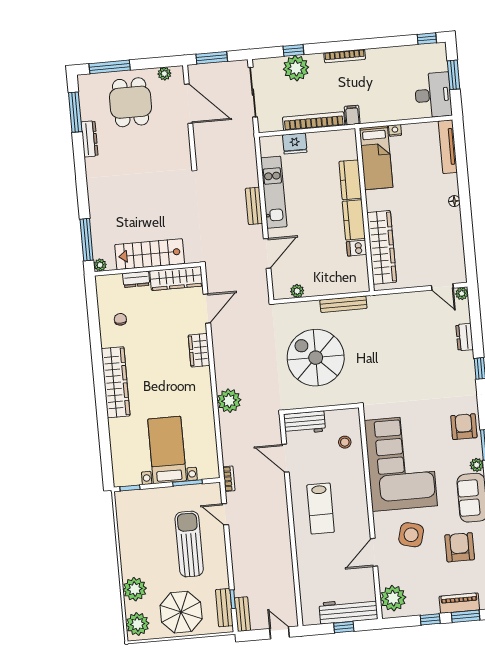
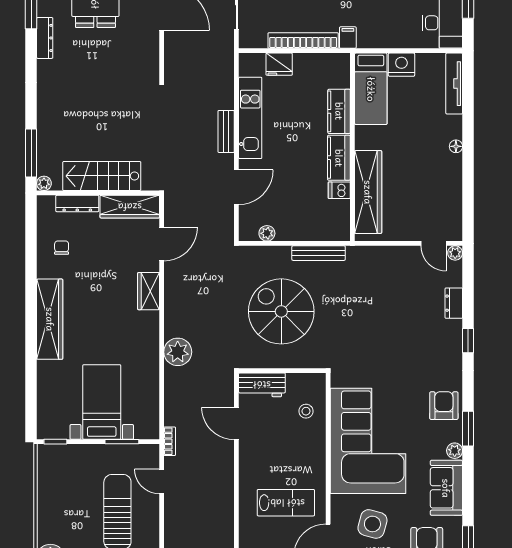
nightstand: (395, 130) -> (401, 65), width x1.89, depth x1.79
dresser: (136, 279) -> (77, 204), width x1.44
lab bench: (321, 509) -> (286, 503), moved, turned -90

